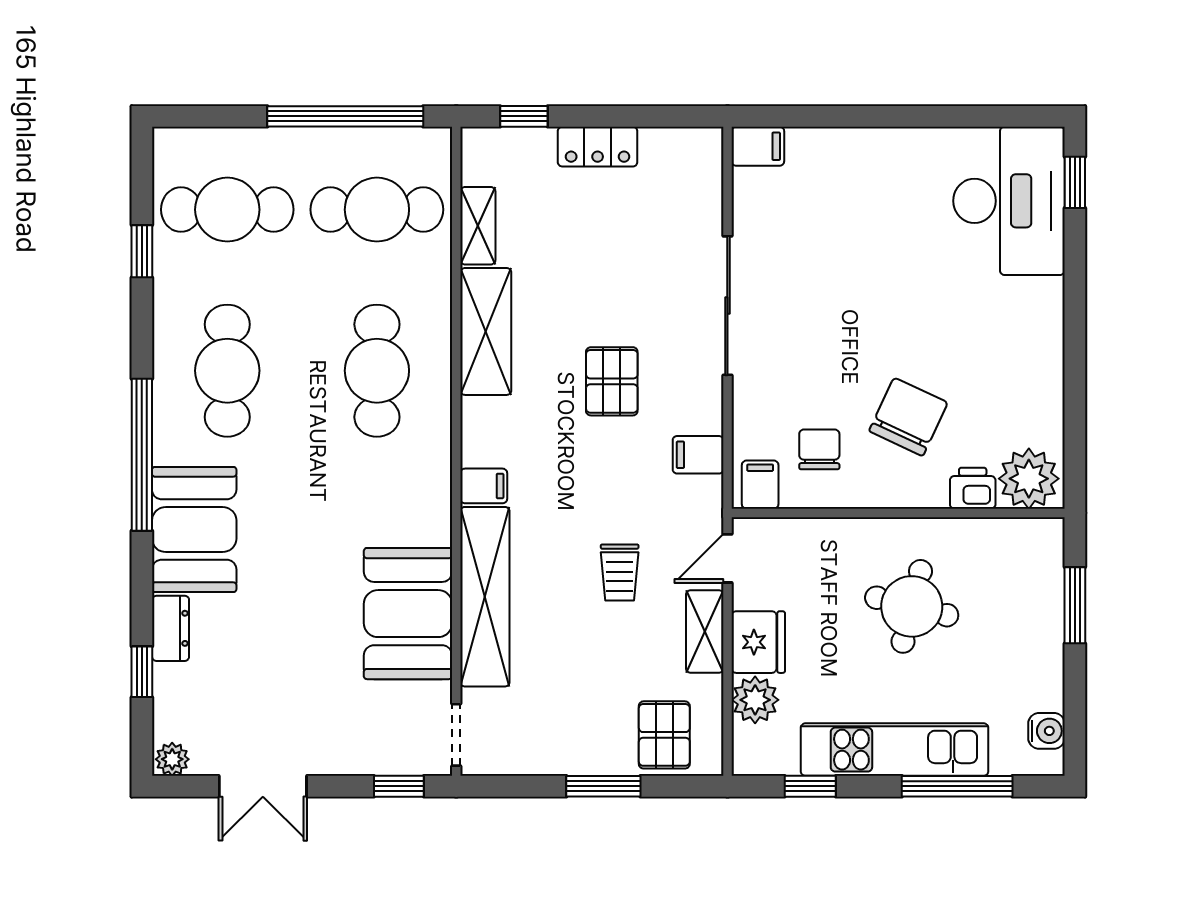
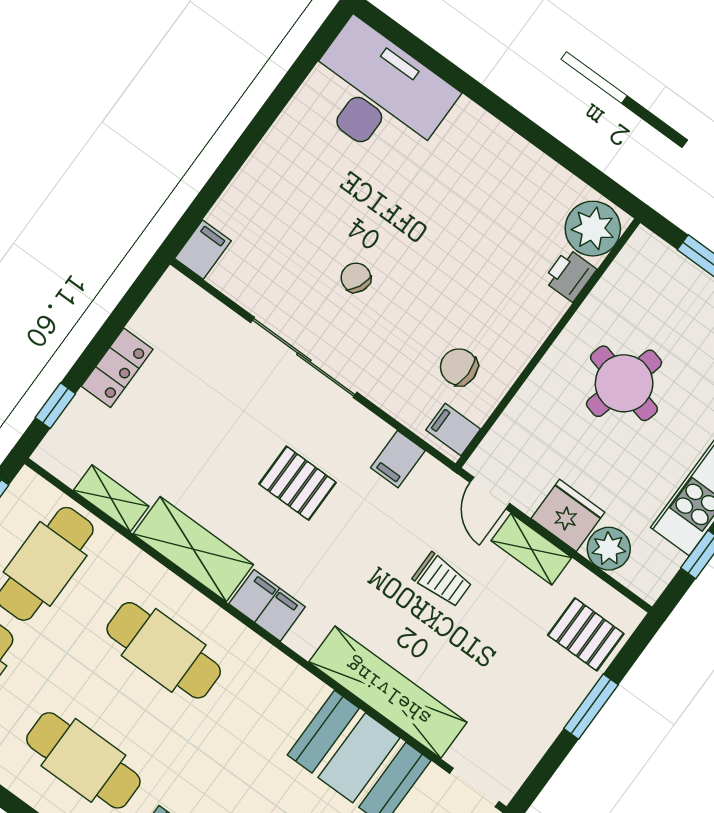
window: (1075, 182) -> (400, 36), removed
chair: (908, 417) -> (356, 278), moved, width x0.54, depth x0.54
filing cabinet: (484, 486) -> (267, 605), moved, width x2.00

